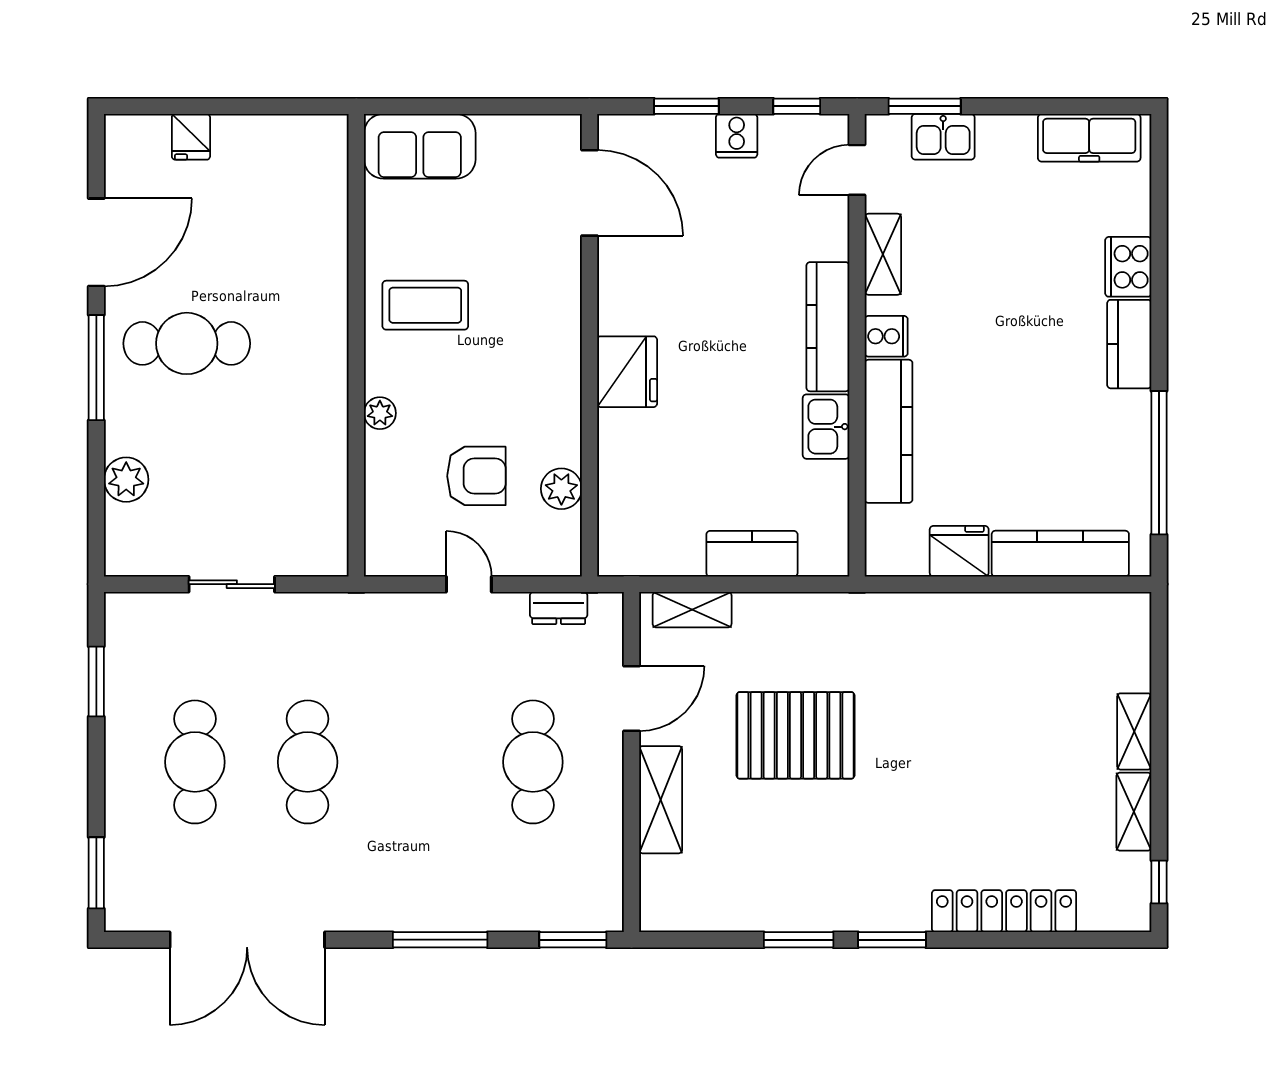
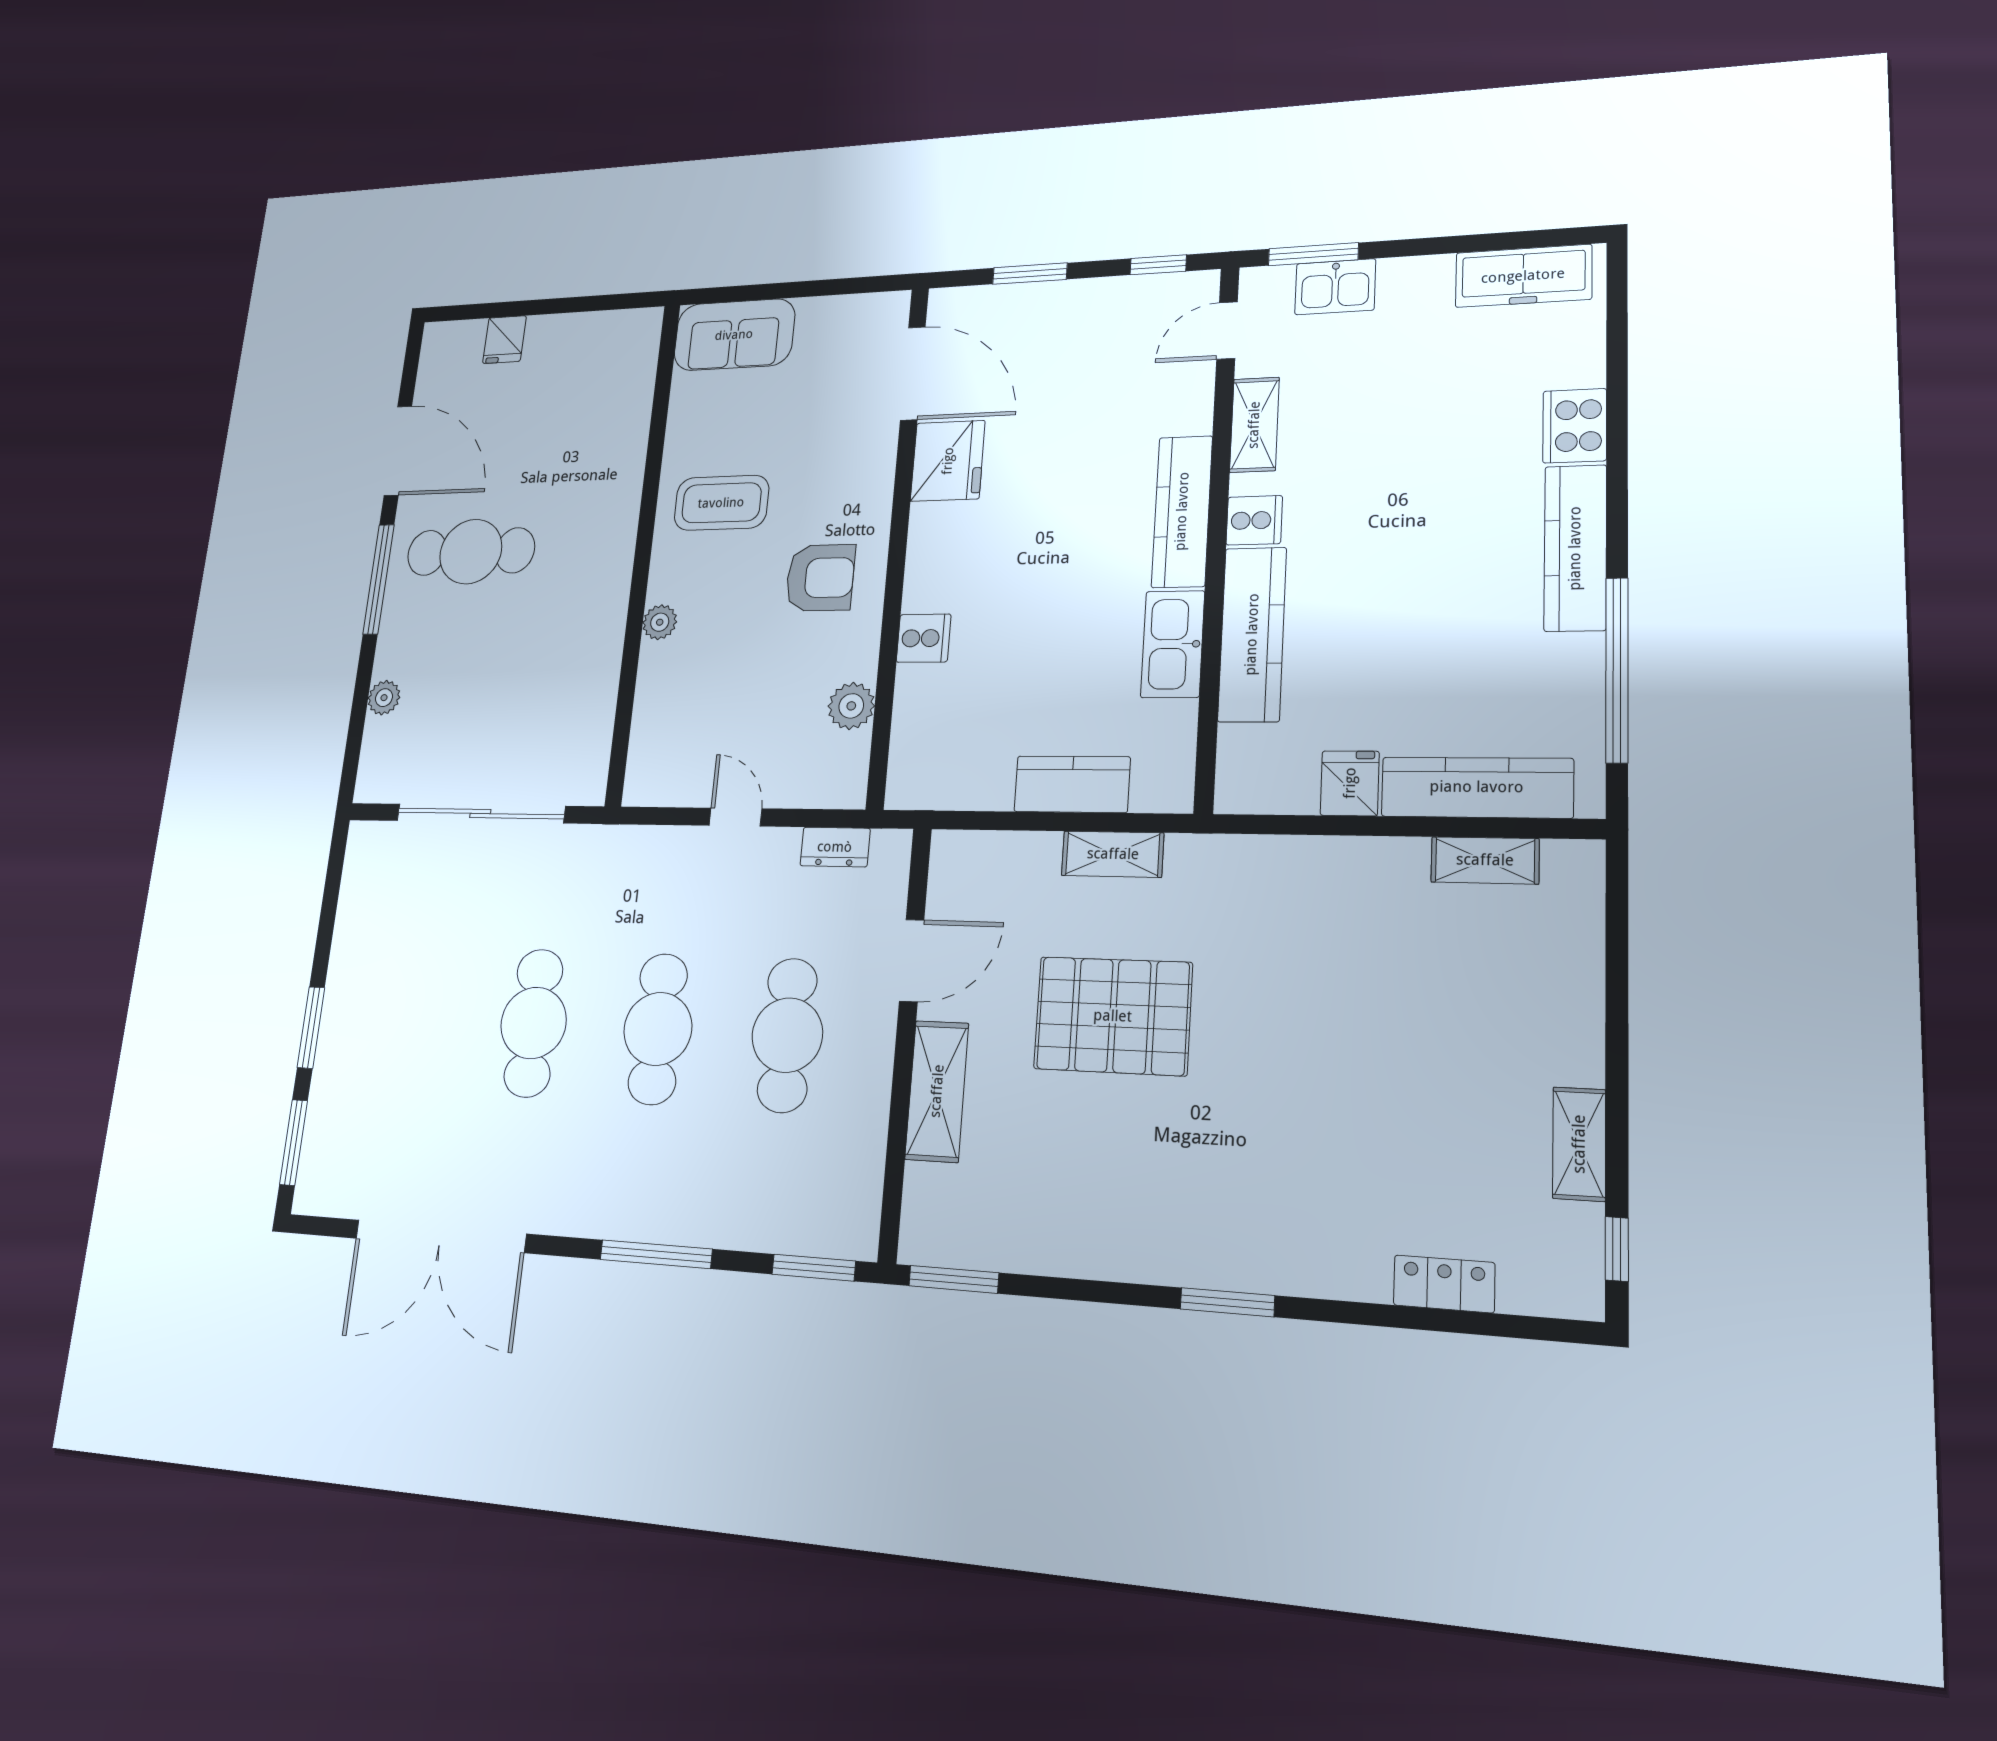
cooker: (737, 136) -> (924, 638), moved, turned -90
door: (96, 242) -> (398, 451), hinge flipped
kitchen counter: (1129, 344) -> (1575, 548), width x1.50
fridge: (627, 372) -> (948, 461), moved
kitchen sink: (826, 427) -> (1173, 644), width x1.38
armchair: (476, 476) -> (820, 578), moved
plant: (126, 480) -> (384, 698), width x0.73, depth x0.73
fridge: (959, 551) -> (1350, 783), width x0.72
sliding door: (232, 584) -> (480, 814), width x1.86
shelving: (692, 610) -> (1113, 854), moved
window: (96, 682) -> (311, 1027), moved
shelving: (1134, 731) -> (1485, 860), moved, turned 90
cafe table: (195, 762) -> (658, 1029), moved
locker: (1004, 911) -> (1444, 1284), width x0.46, depth x0.83
window: (799, 940) -> (954, 1279), moved

